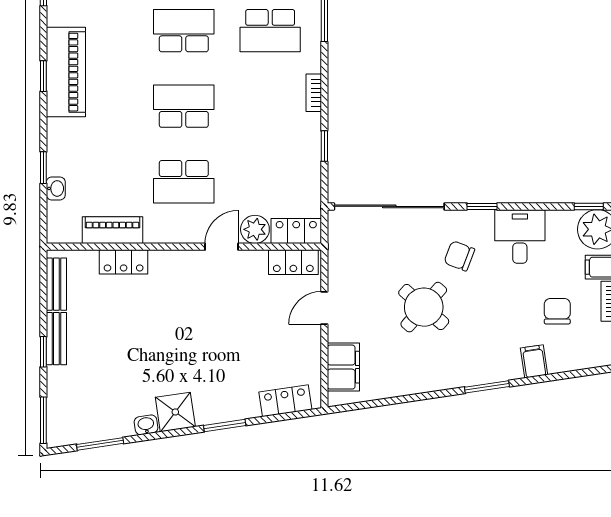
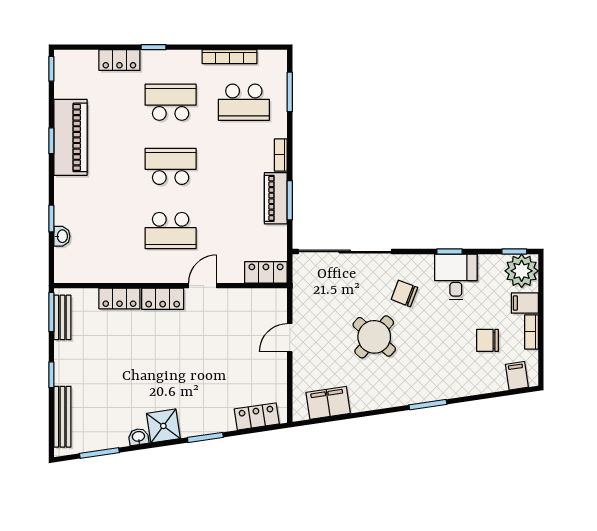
window: (324, 146) -> (290, 200), width x1.50
window: (482, 206) -> (449, 252), moved
plant: (255, 229) -> (231, 271), removed
piano: (113, 230) -> (276, 198), moved, turned -90
locker: (293, 262) -> (163, 299), moved
chair: (557, 311) -> (488, 340), turned -90
bench: (56, 339) -> (62, 417), moved, width x1.36
filing cabinet: (534, 361) -> (517, 376), moved
filing cabinet: (343, 367) -> (328, 403), moved, turned -98
window: (43, 420) -> (51, 312), moved

